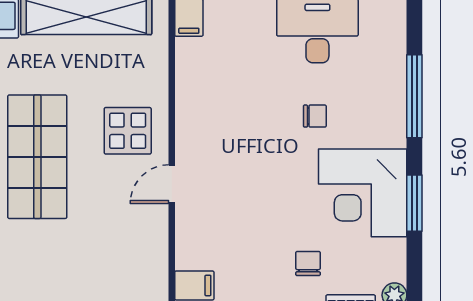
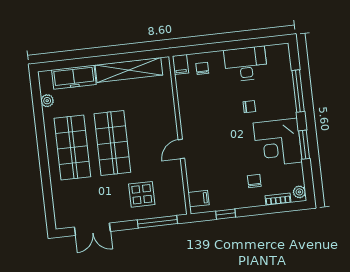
chair: (231, 30) -> (202, 68), added
display table: (128, 131) -> (142, 194), moved

